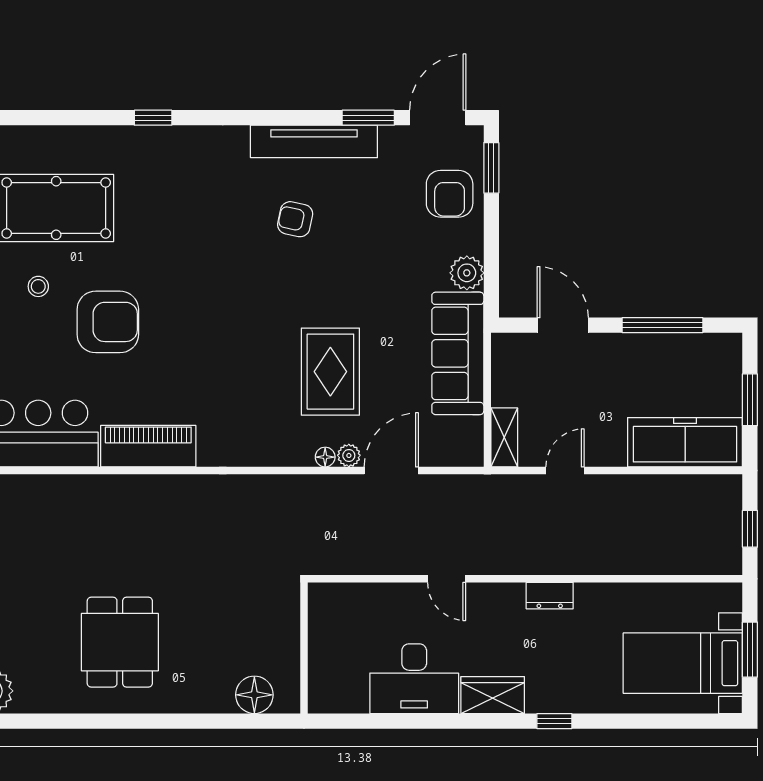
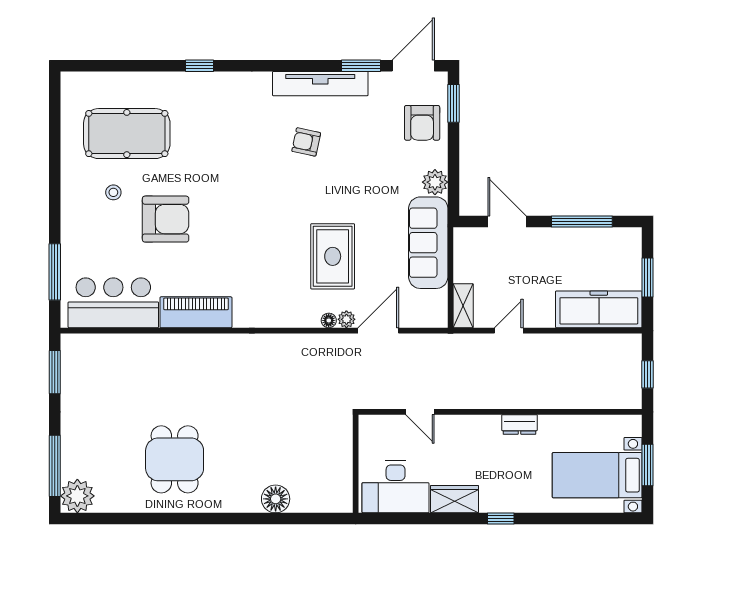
dresser: (550, 596) -> (519, 424), moved
wall: (304, 648) -> (356, 464), moved

